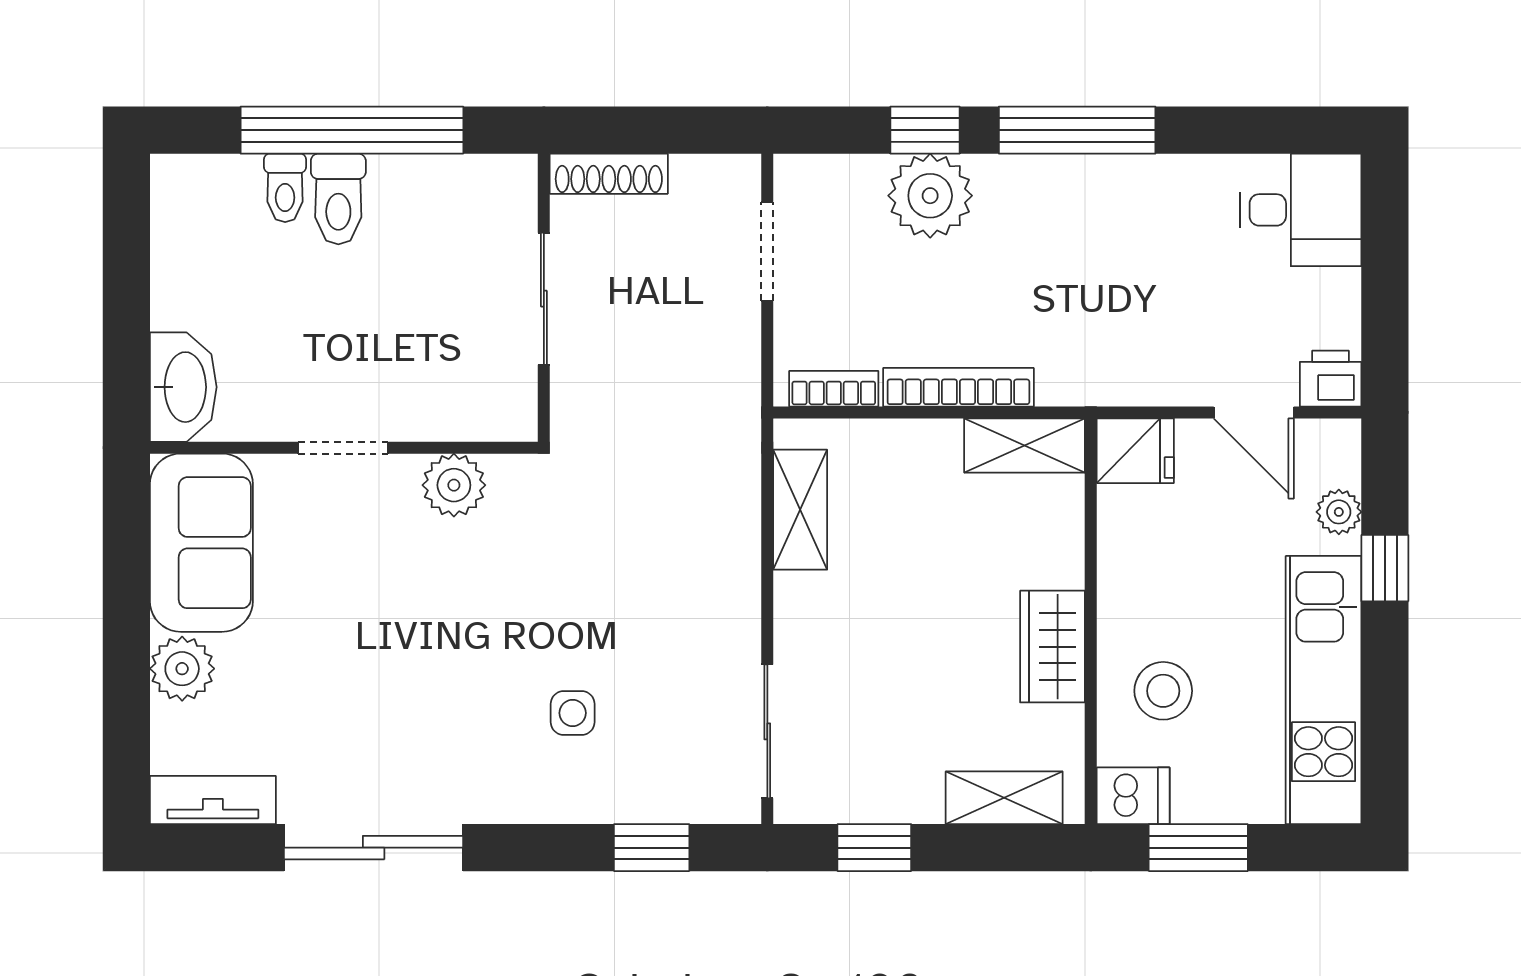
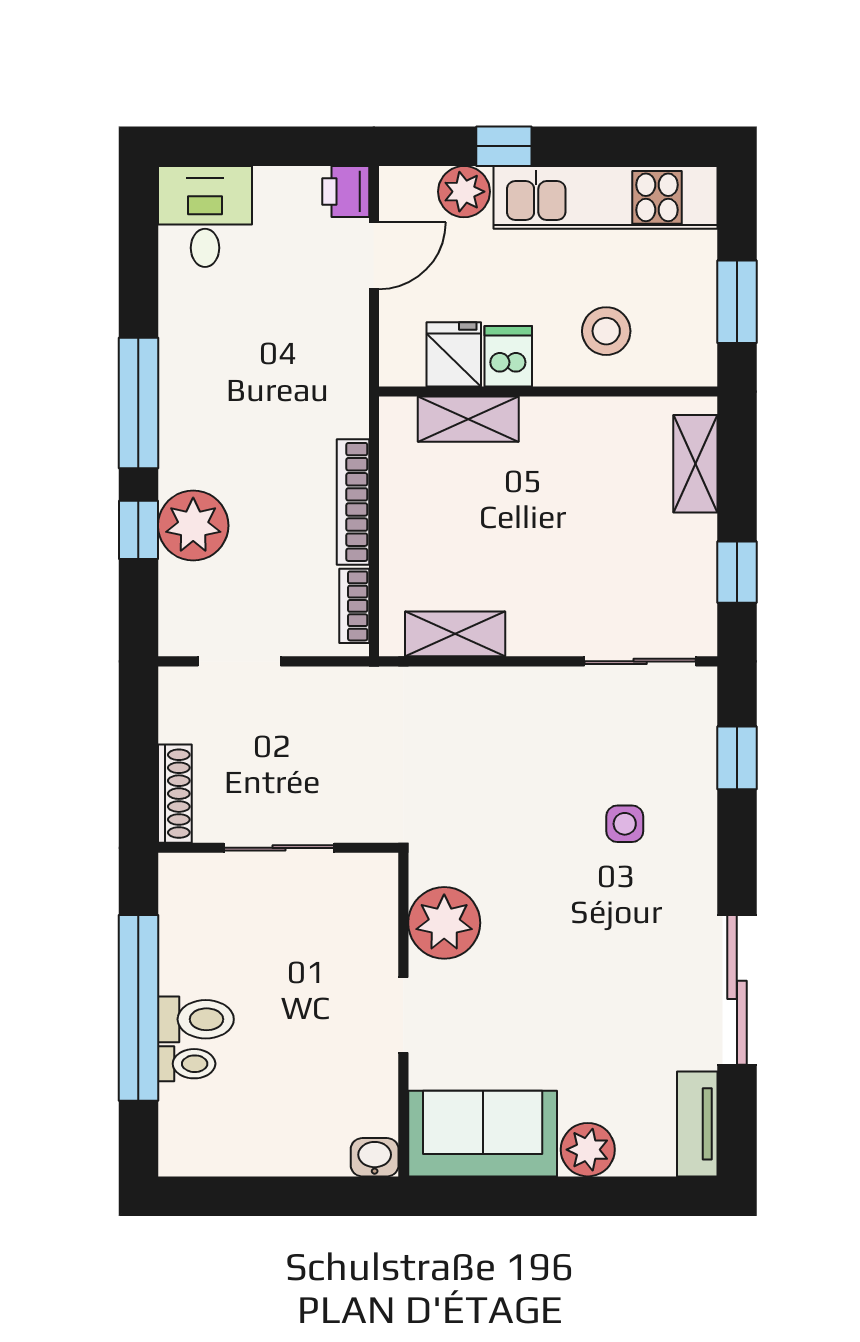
washbasin: (183, 387) -> (375, 1157), width x0.52, depth x0.69
shelving: (1024, 445) -> (468, 419), moved, turned 90
fridge: (1135, 451) -> (454, 354), moved
plant: (454, 485) -> (444, 923), width x1.36, depth x1.36
plant: (1339, 512) -> (464, 192), width x1.38, depth x1.38
wardrobe: (1052, 647) -> (569, 423), removed
dishwasher: (1133, 796) -> (508, 356), moved

